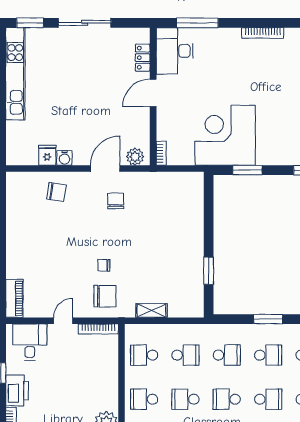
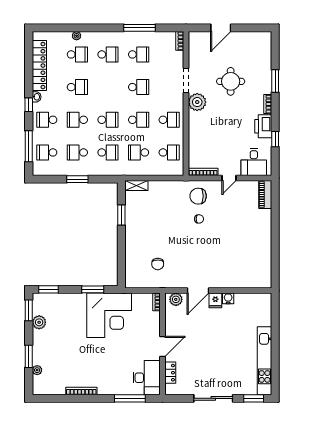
fridge: (47, 155) -> (215, 300), moved
chair: (56, 192) -> (234, 273), removed
chair: (116, 201) -> (158, 264), moved
shelving: (152, 311) -> (136, 185), moved
school desk: (227, 355) -> (108, 152), turned 180

